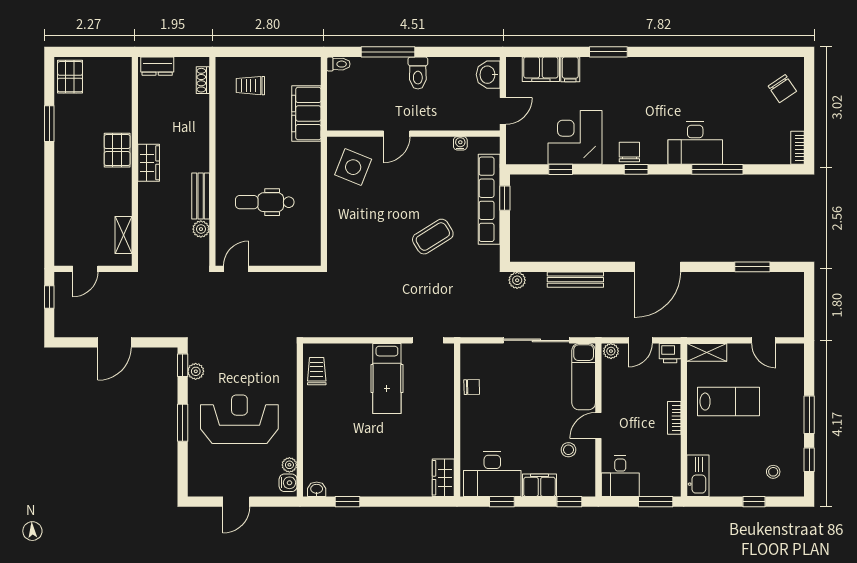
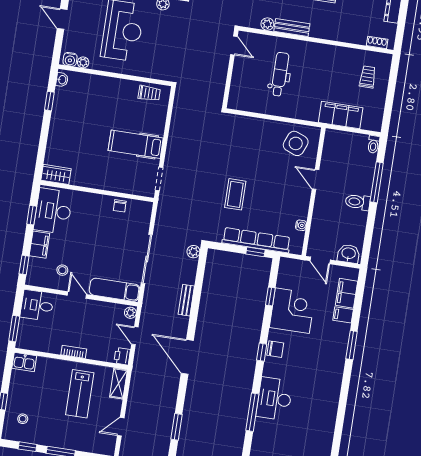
coffee table: (433, 237) -> (235, 194), turned 32
bench: (575, 280) -> (186, 300), width x0.73
kitchen sink: (698, 476) -> (24, 362), width x0.73

